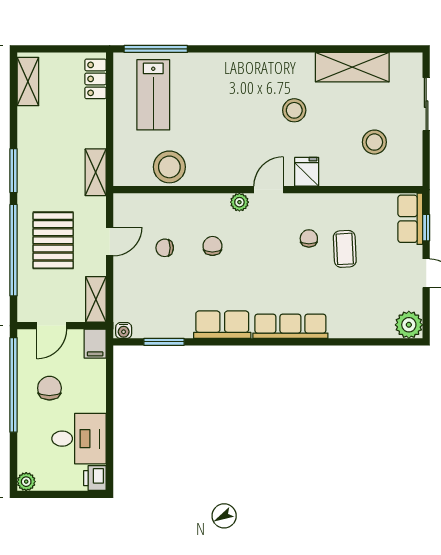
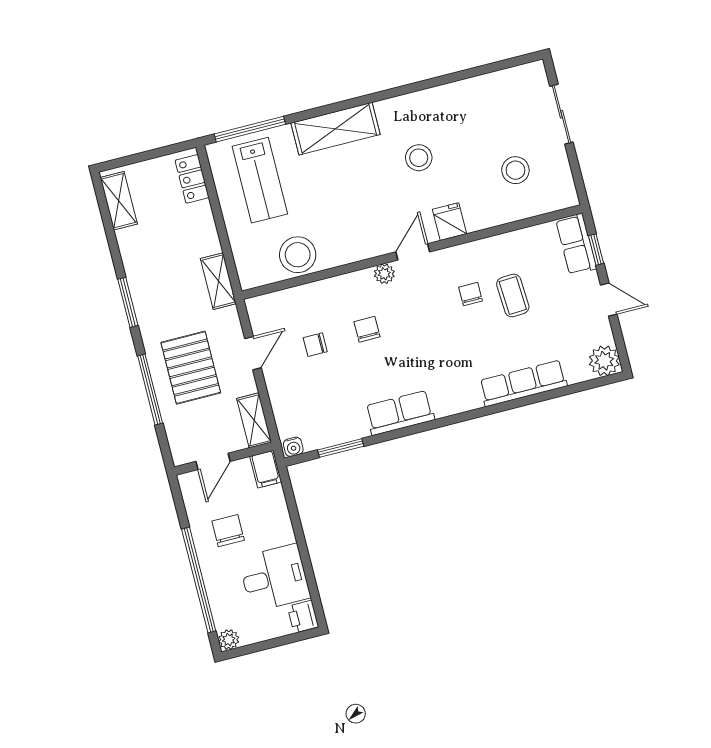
shelving: (352, 67) -> (336, 129), moved
window: (14, 250) -> (150, 389), width x0.68
row of seats: (290, 326) -> (523, 383), moved
window: (14, 385) -> (199, 580), moved

